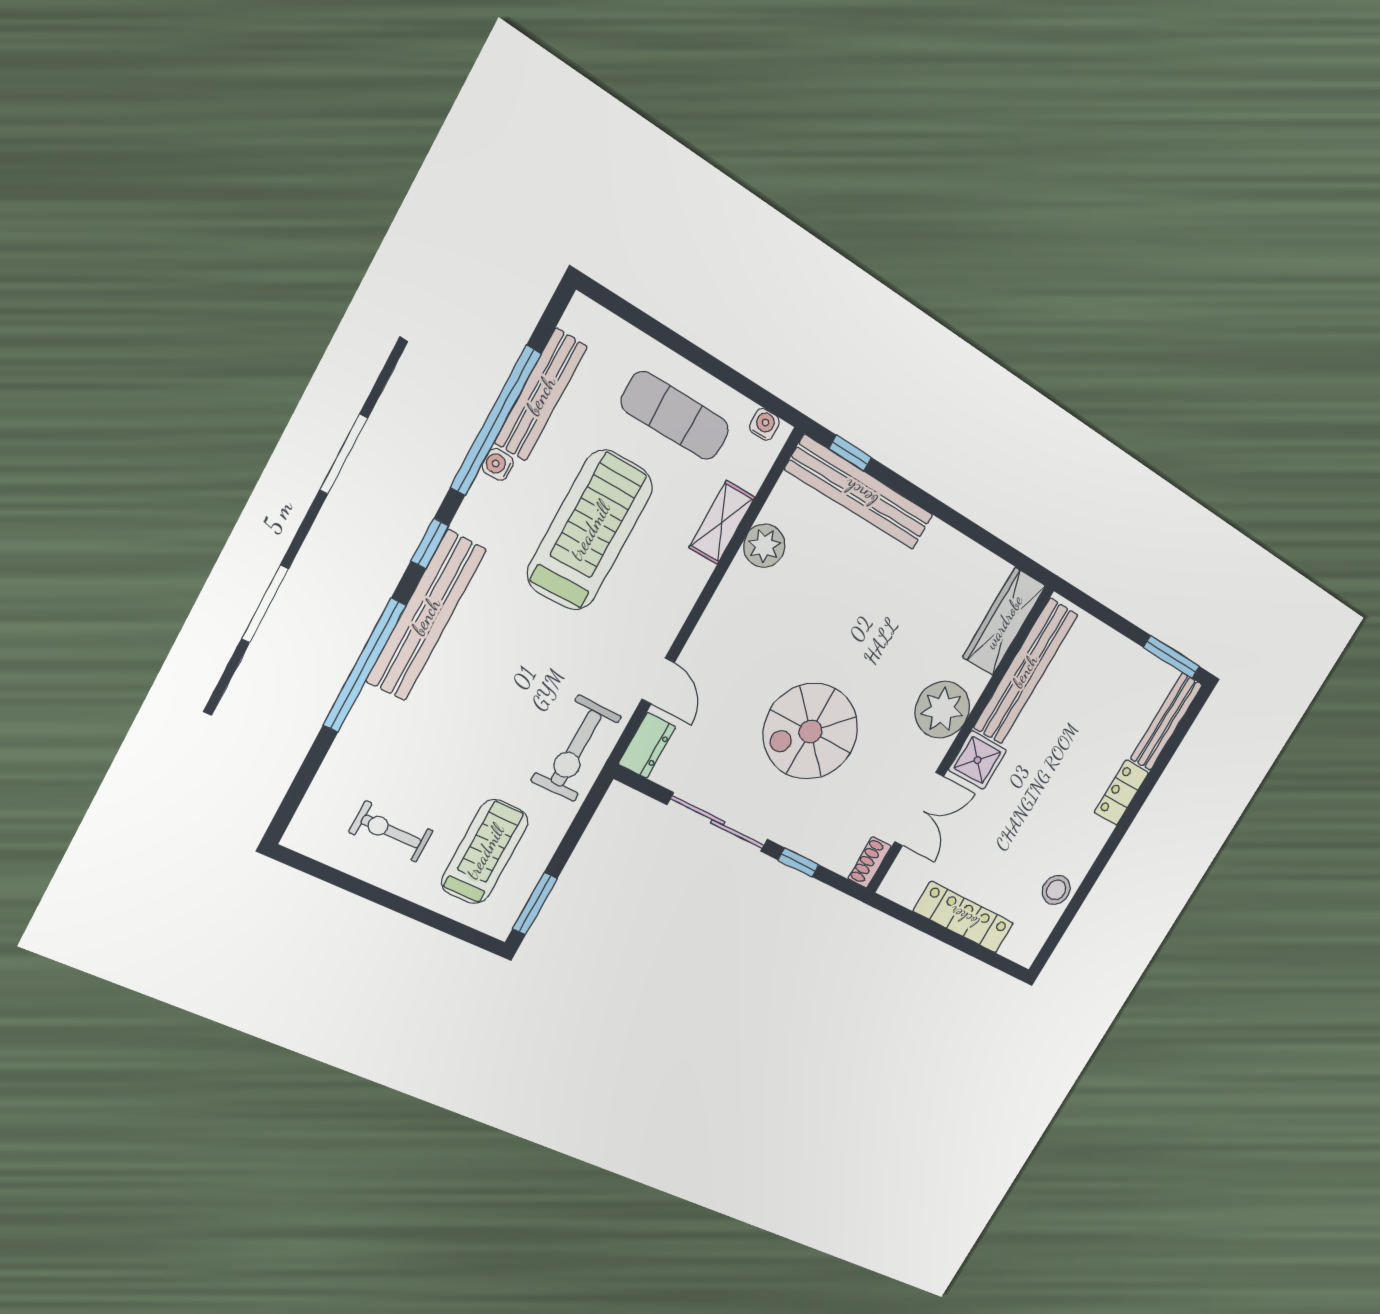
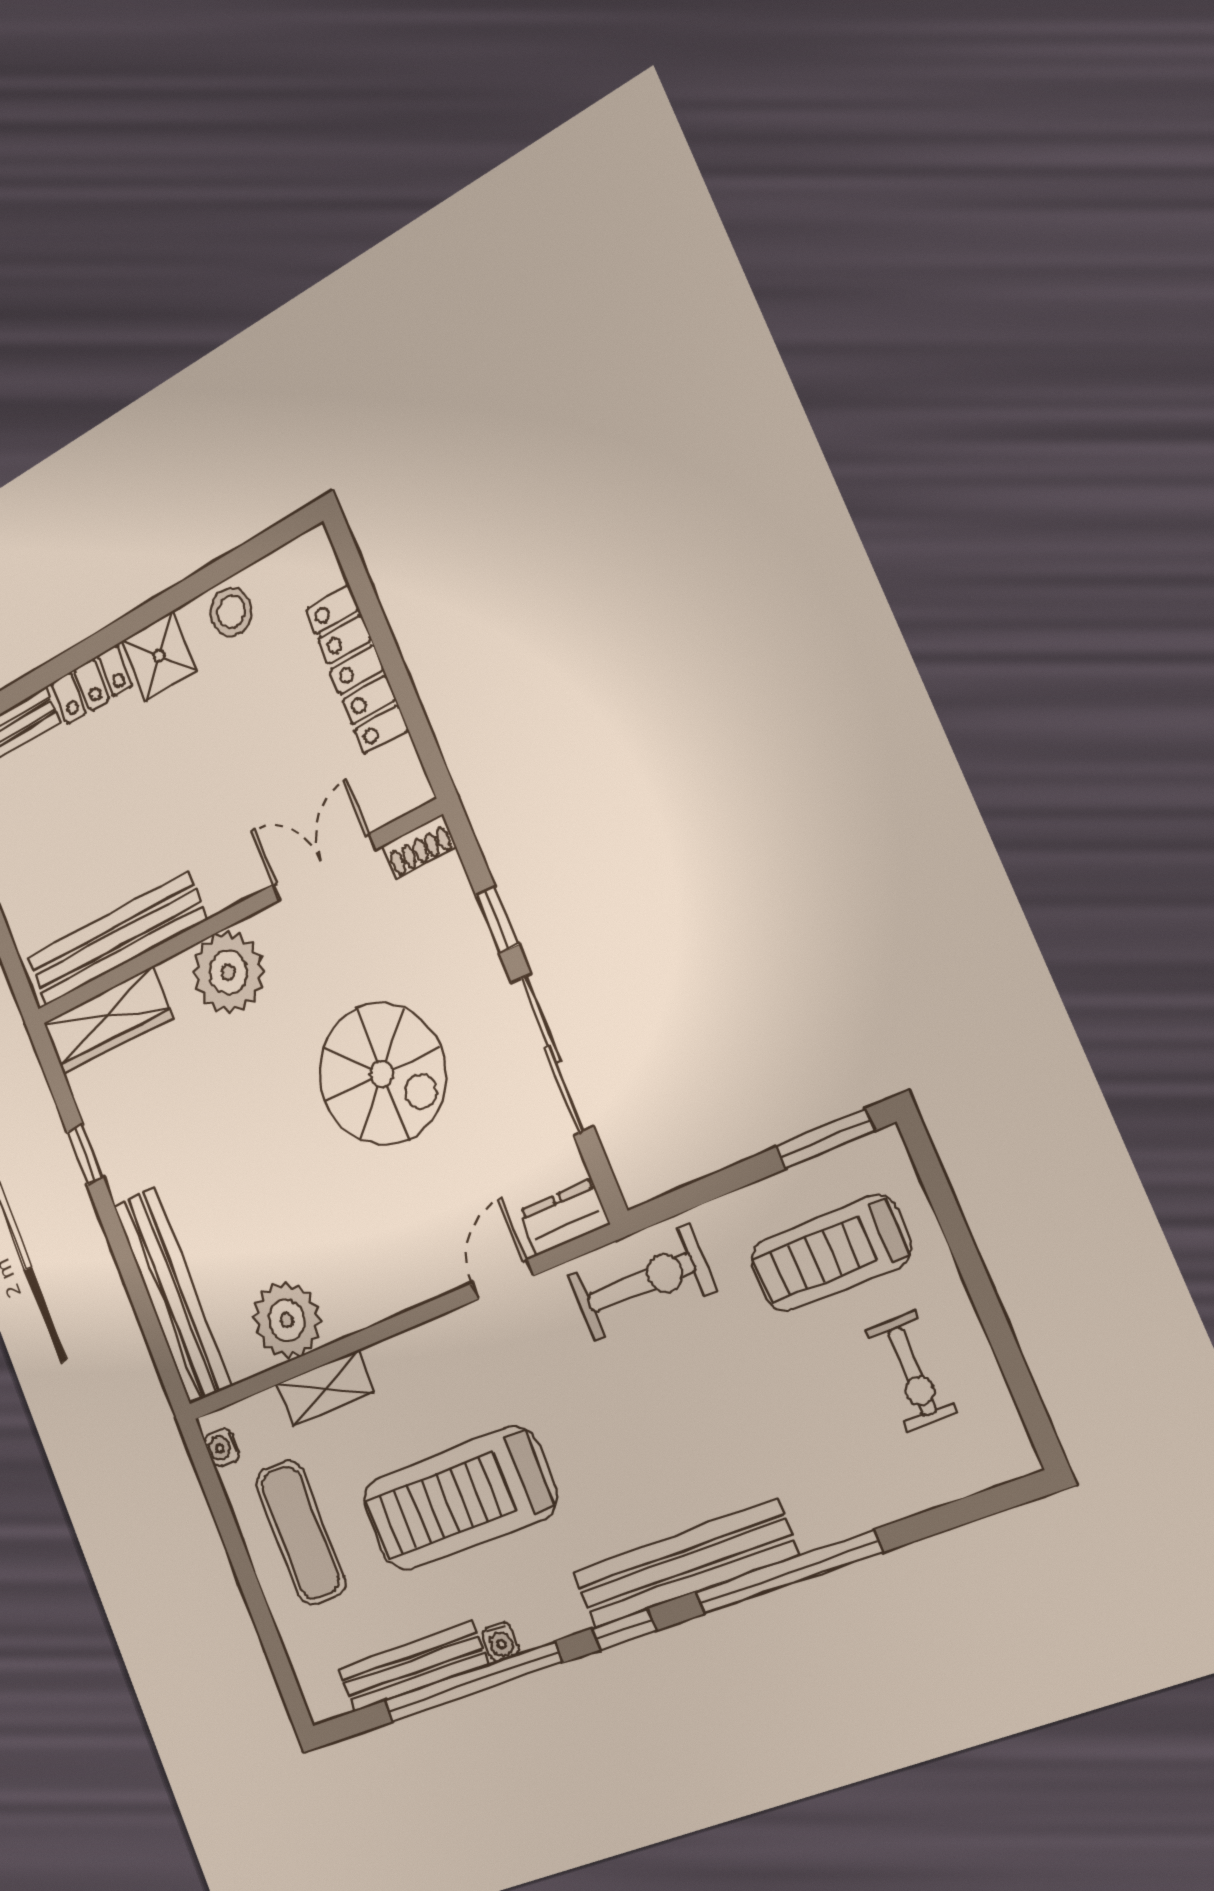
window: (850, 453) -> (85, 1154), moved
plant: (764, 546) -> (287, 1320), width x1.36, depth x1.36
shower: (977, 760) -> (159, 656), moved

